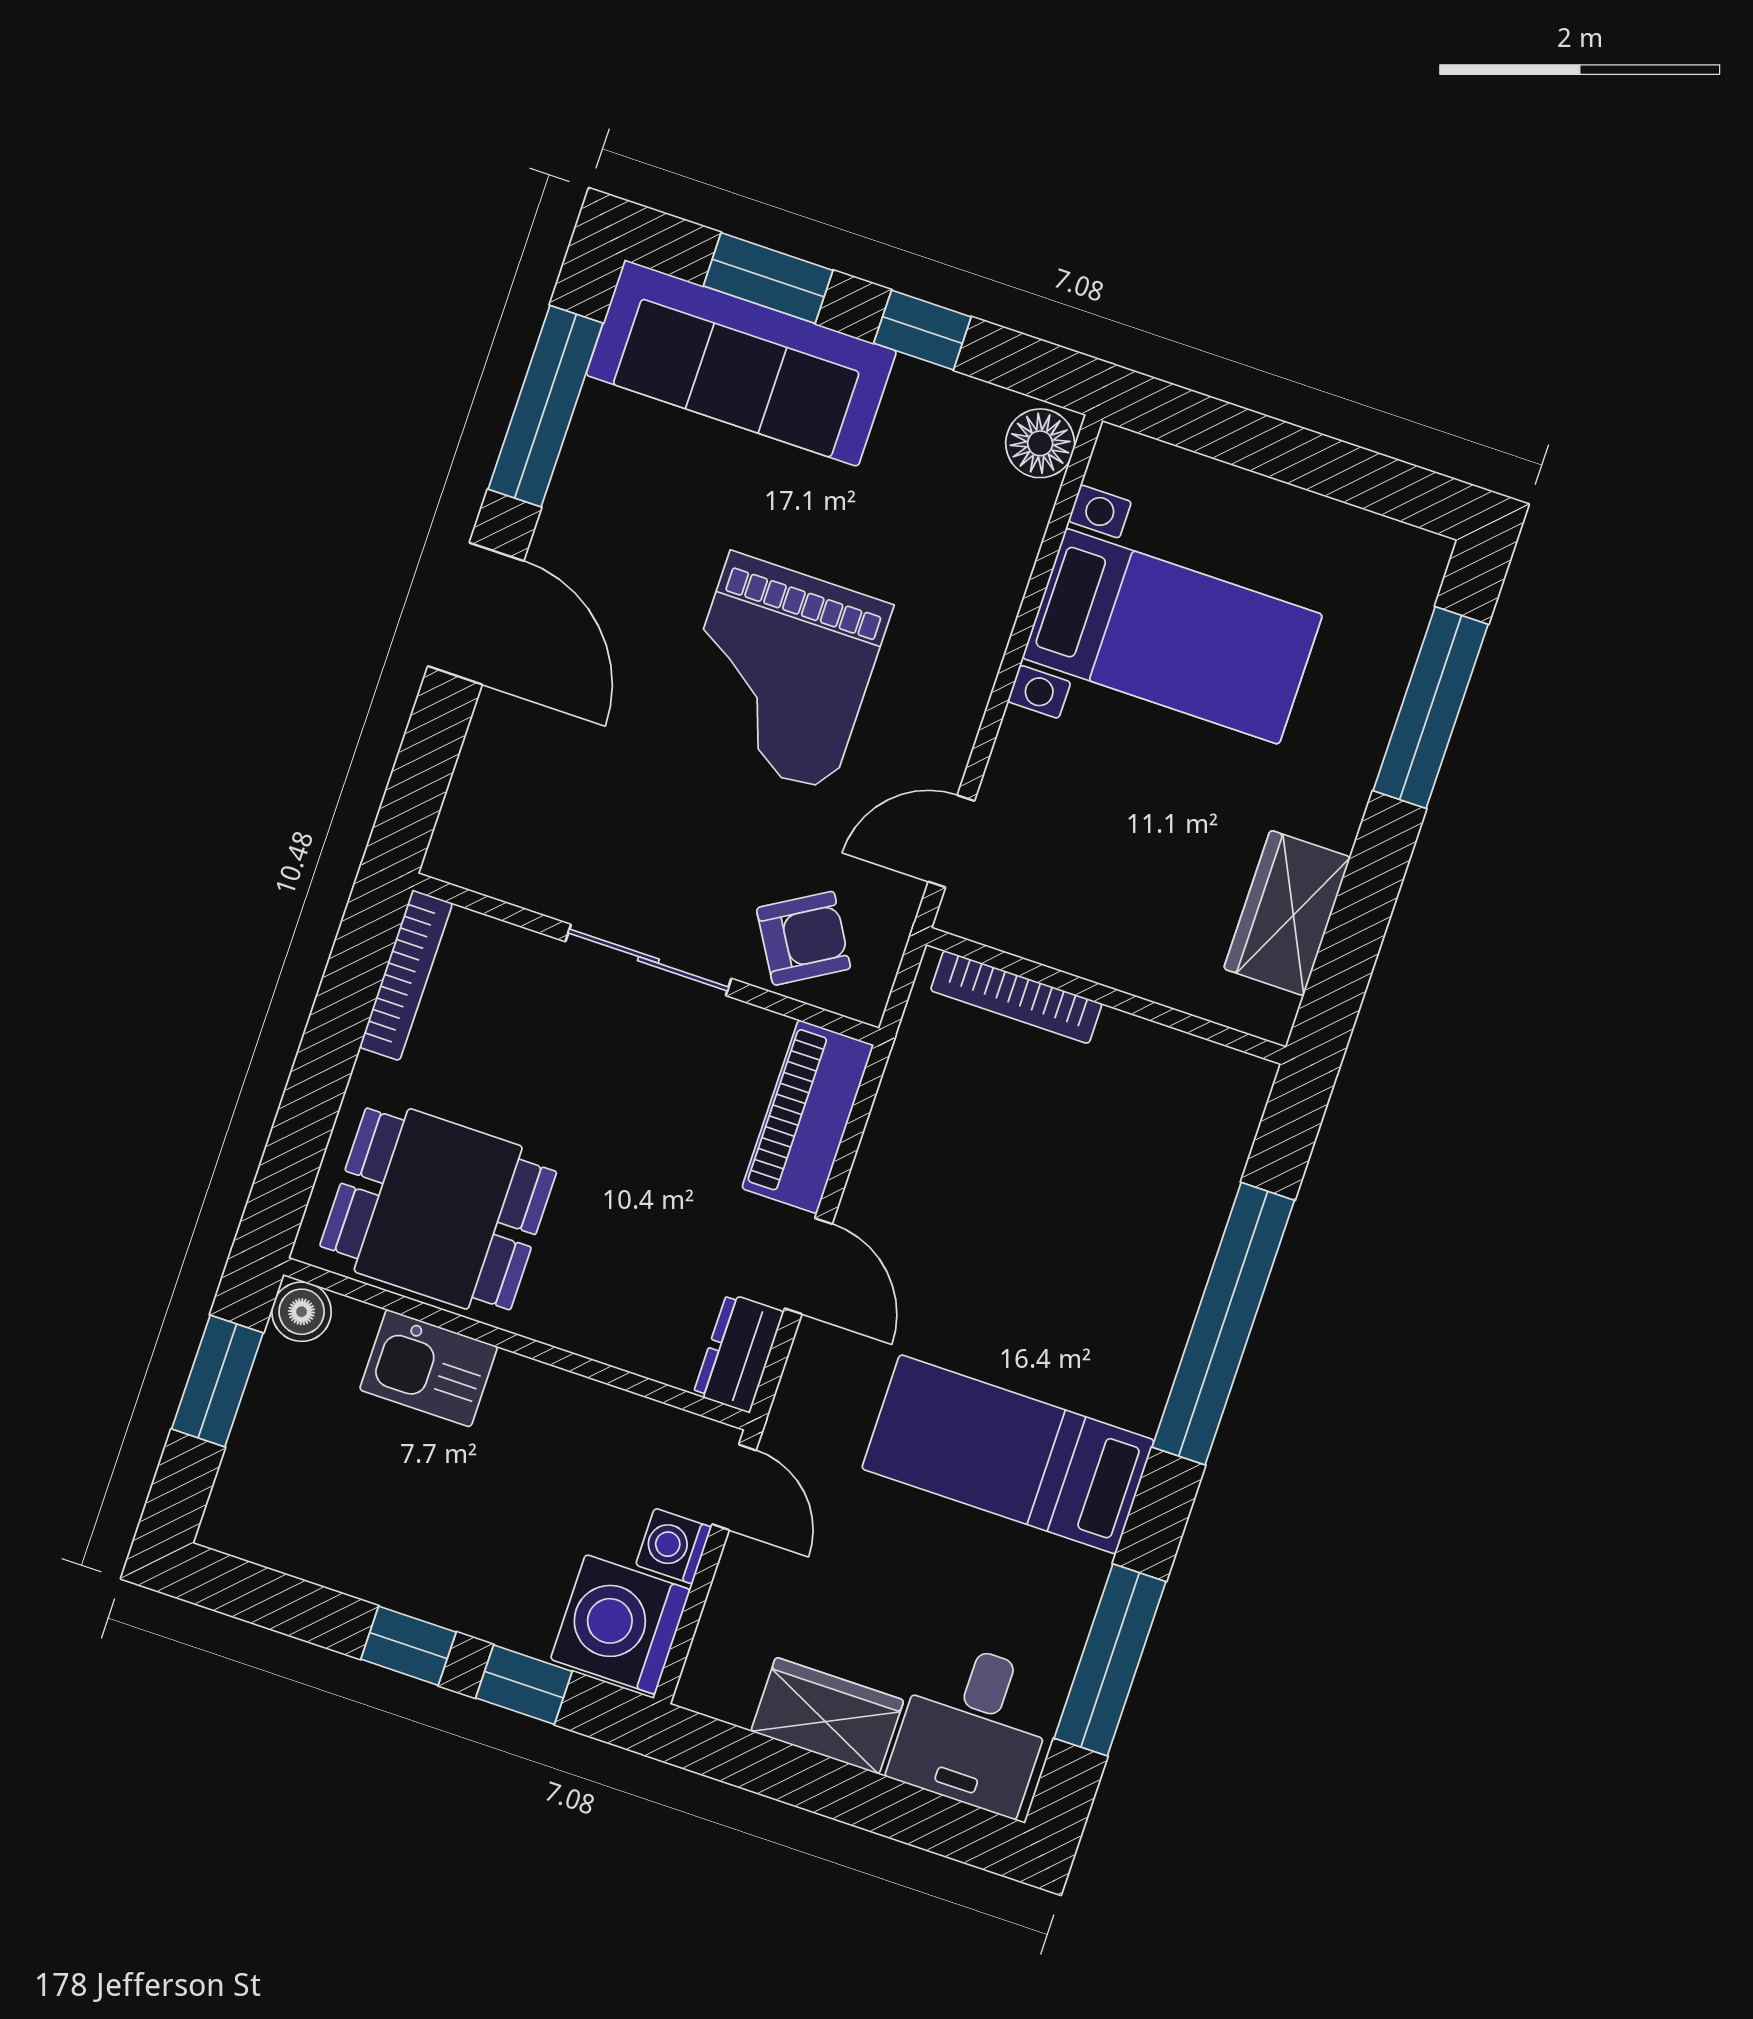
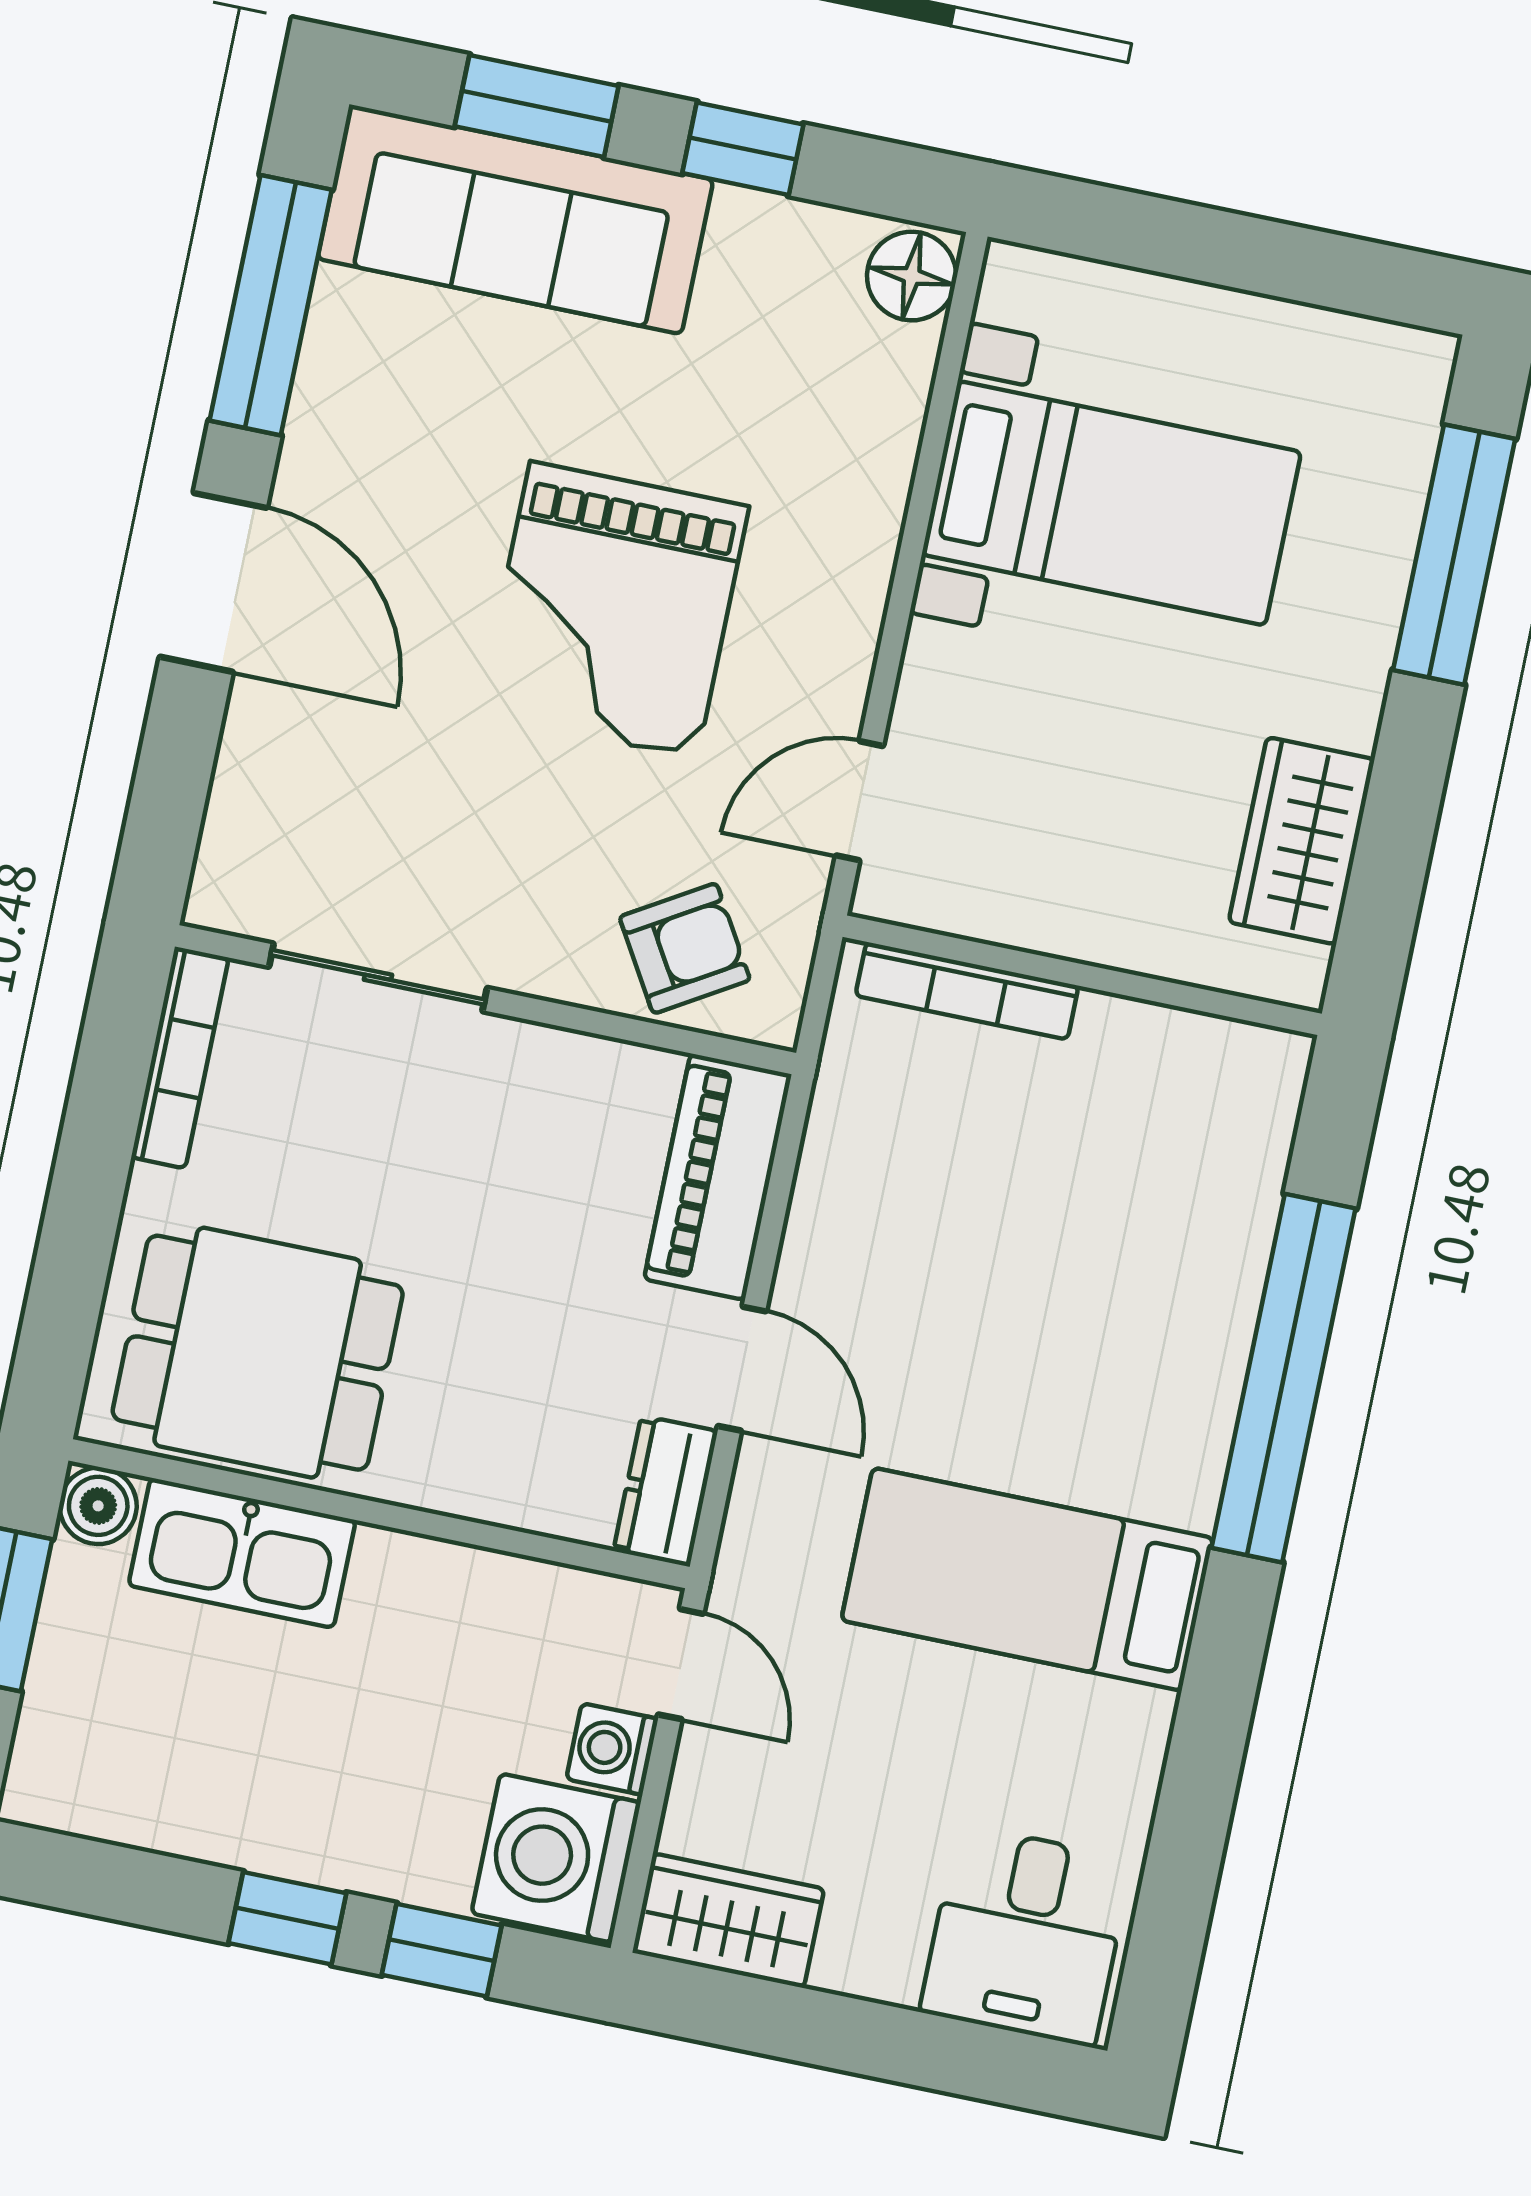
sliding door: (648, 960) -> (378, 977), moved
kitchen sink: (429, 1368) -> (242, 1553), width x1.38
window: (1110, 1660) -> (1191, 1827), removed
wardrobe: (827, 1716) -> (728, 1921), moved

